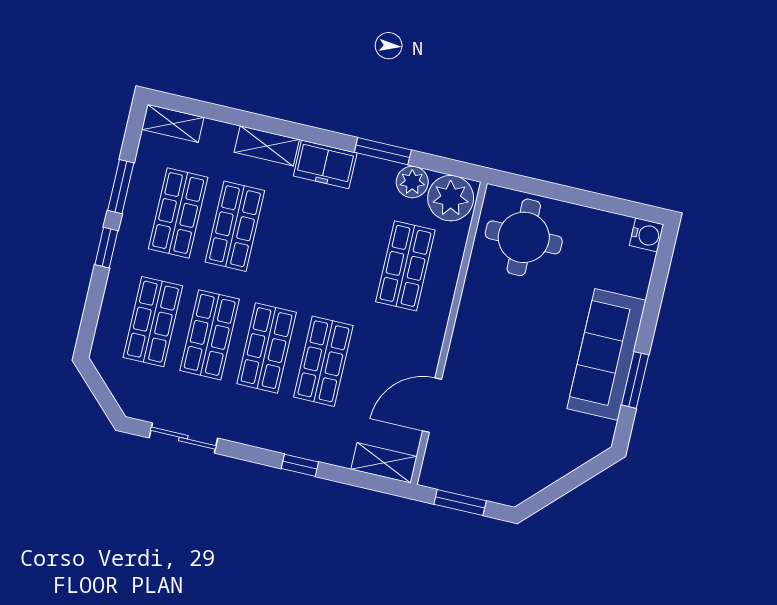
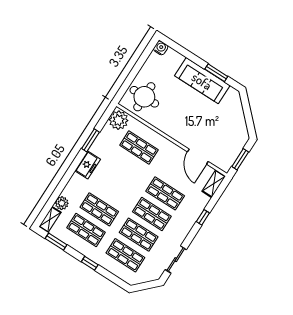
shelving: (267, 146) -> (72, 185), removed
plant: (412, 182) -> (62, 203), moved
window: (121, 187) -> (56, 242), moved

